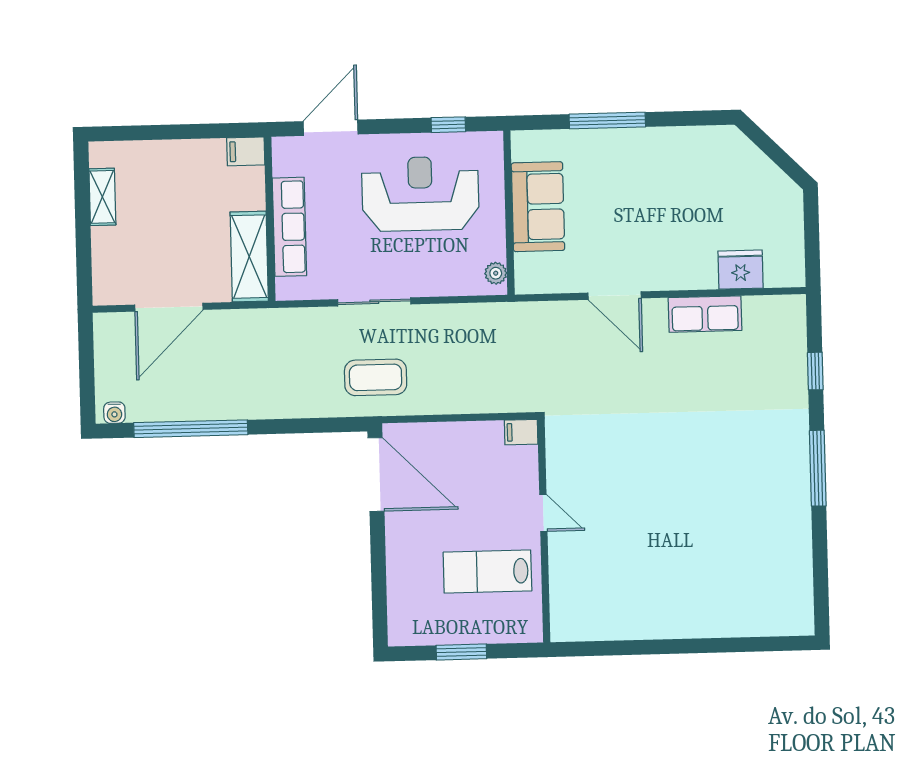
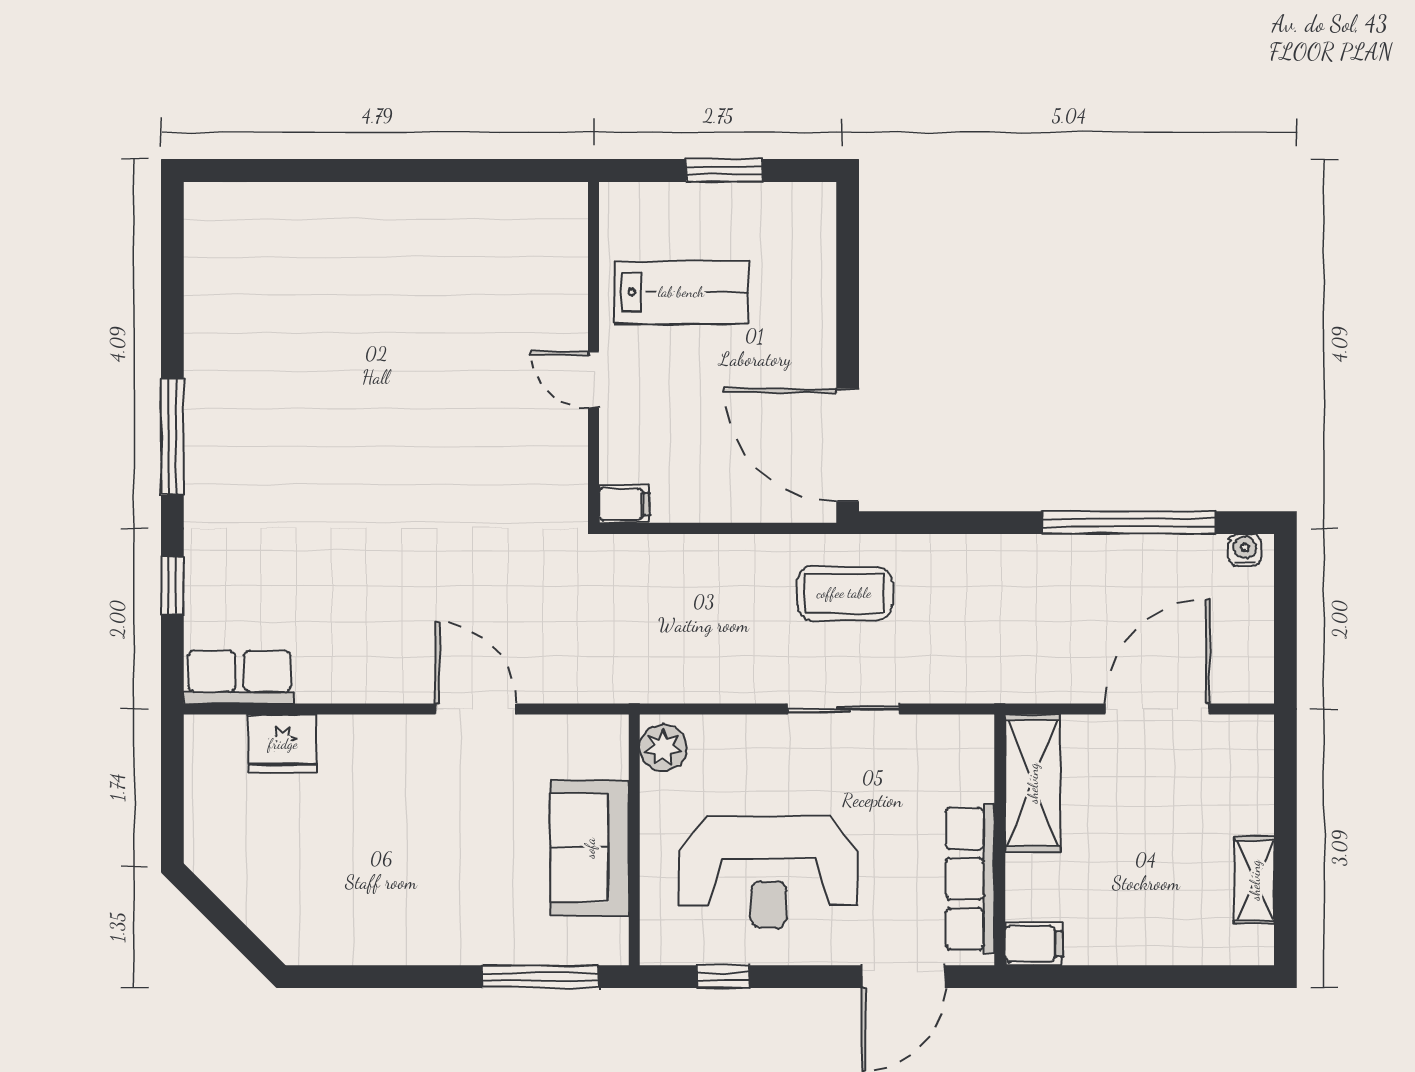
window: (607, 121) -> (541, 977), moved
row of seats: (289, 227) -> (970, 879), moved
plant: (496, 273) -> (663, 748), width x1.38, depth x1.38
row of seats: (705, 314) -> (239, 677), moved

